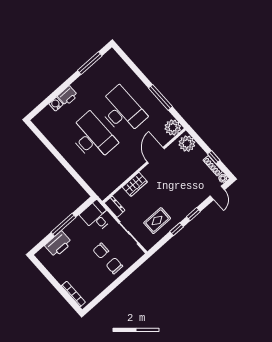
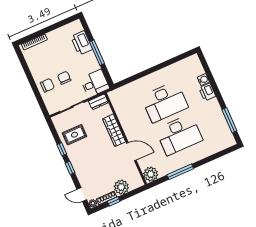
plant: (187, 144) -> (121, 187), moved
wardrobe: (135, 184) -> (114, 130), width x1.50
rug: (157, 221) -> (75, 135), turned 90

